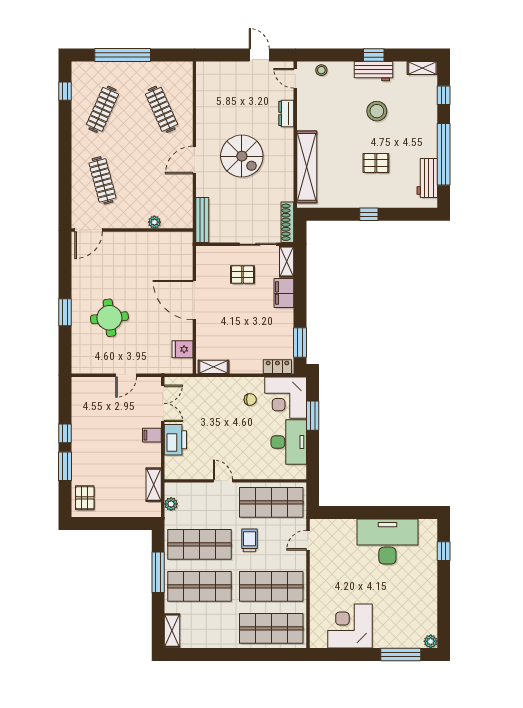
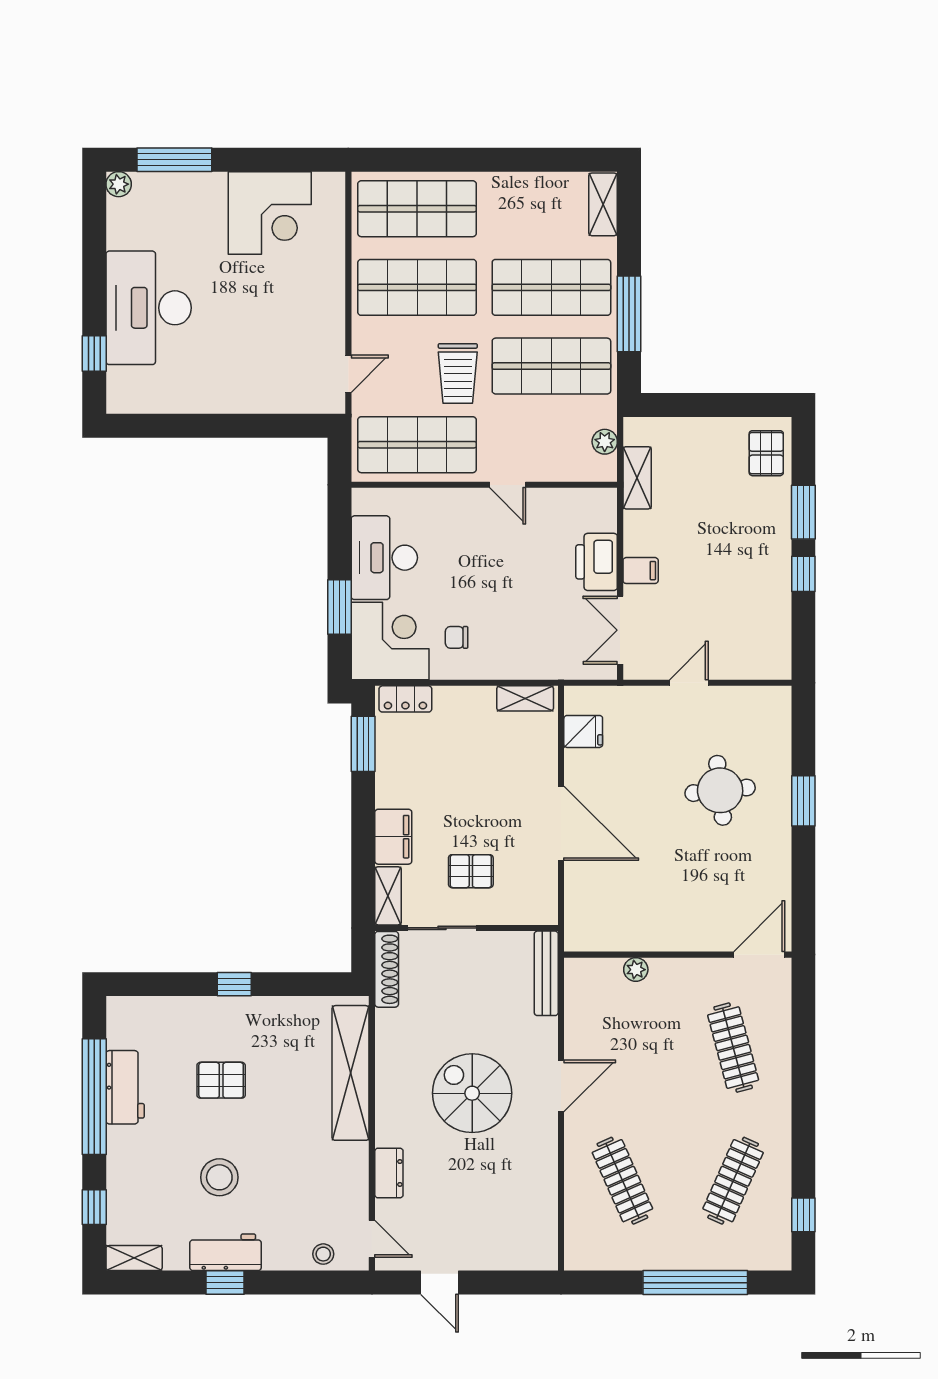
workbench: (427, 178) -> (125, 1087), moved
trolley: (250, 540) -> (458, 373), width x1.36, depth x1.39
desk: (387, 542) -> (149, 308), moved, turned 90

